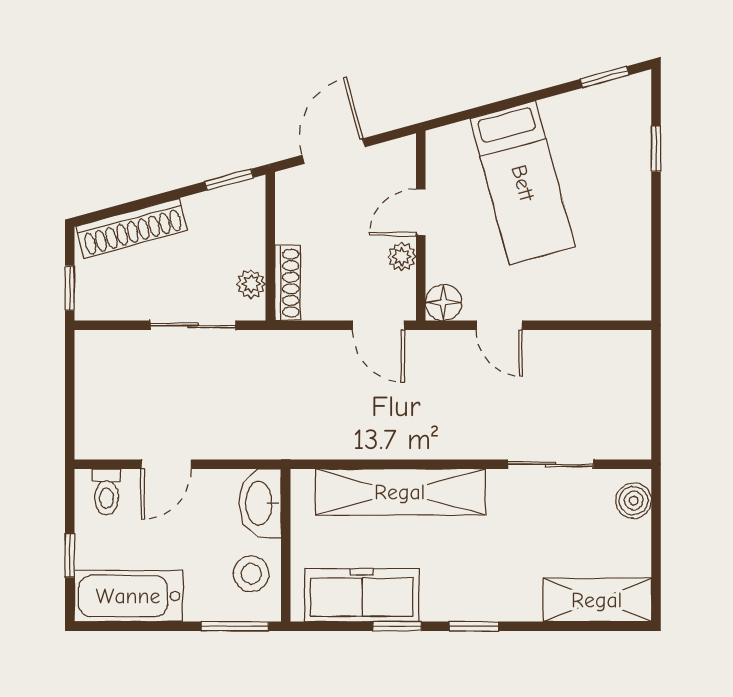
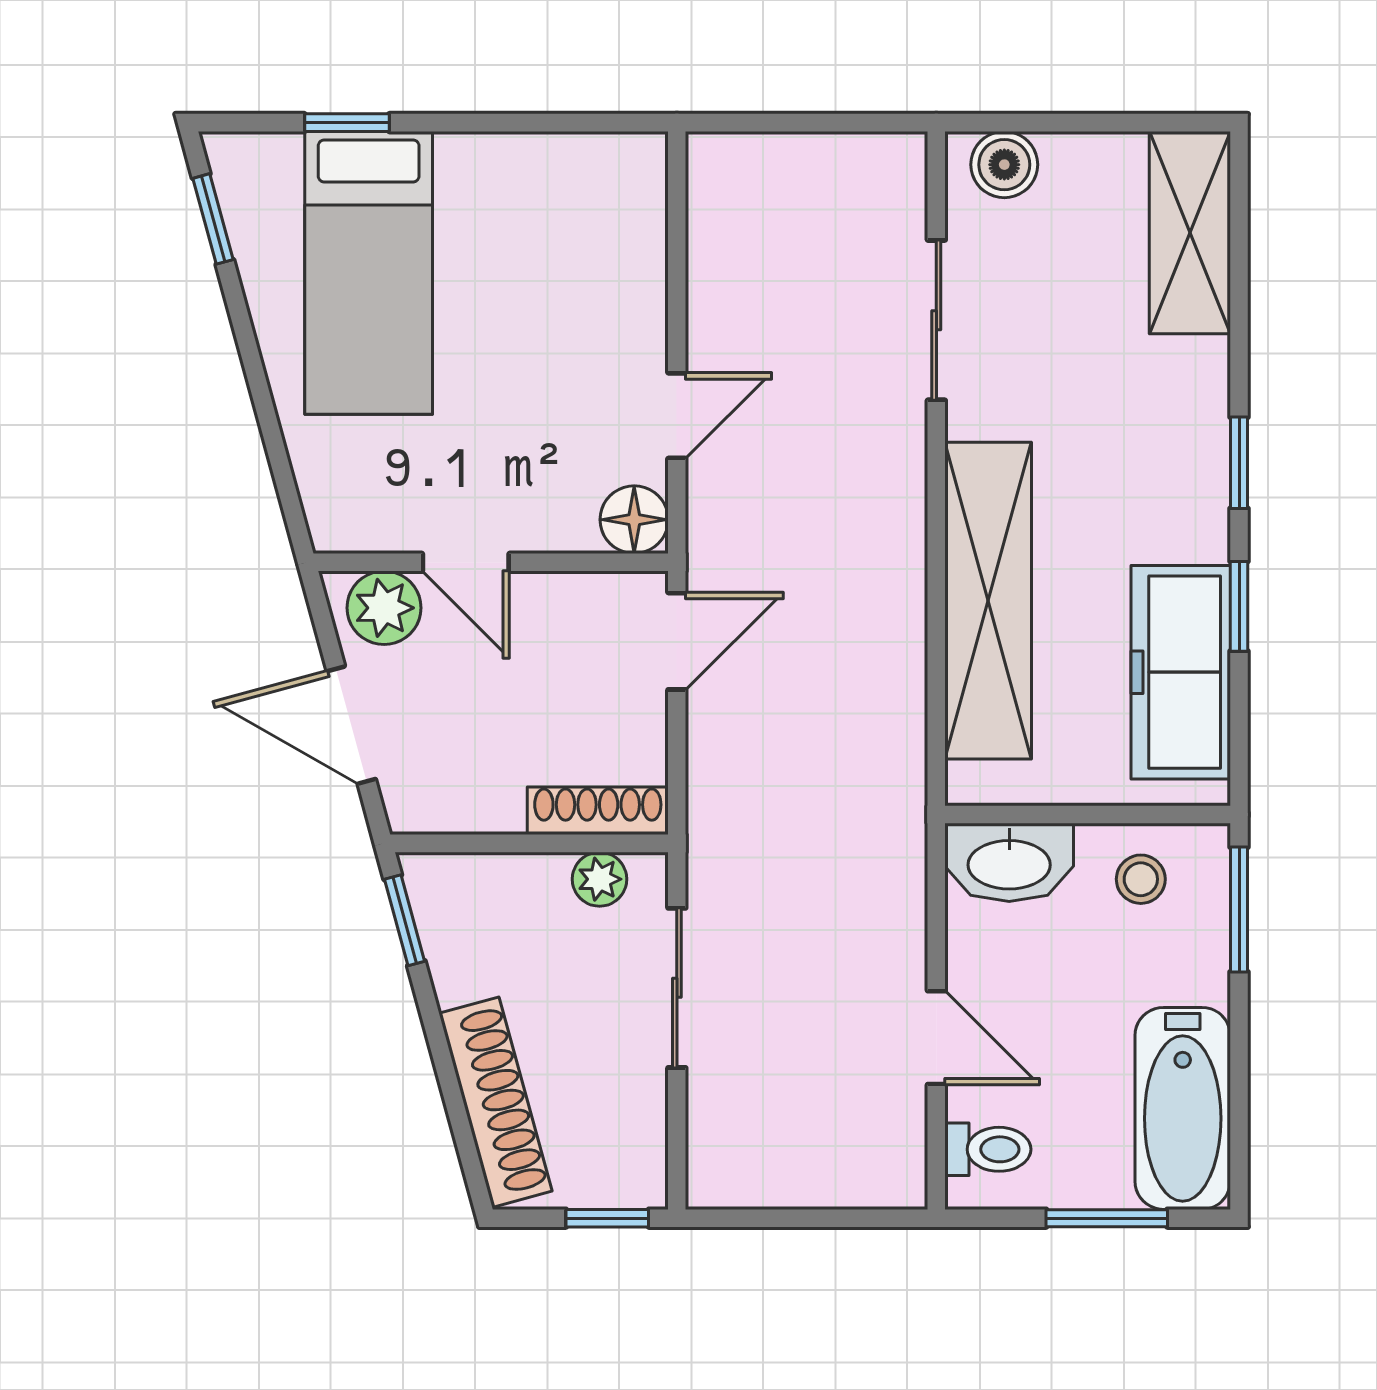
bed: (523, 183) -> (369, 273), moved, turned 105
plant: (402, 257) -> (384, 608), moved, width x1.38, depth x1.38
window: (70, 555) -> (1107, 1218), width x1.50
stool: (251, 574) -> (1141, 879), width x0.73, depth x0.73

